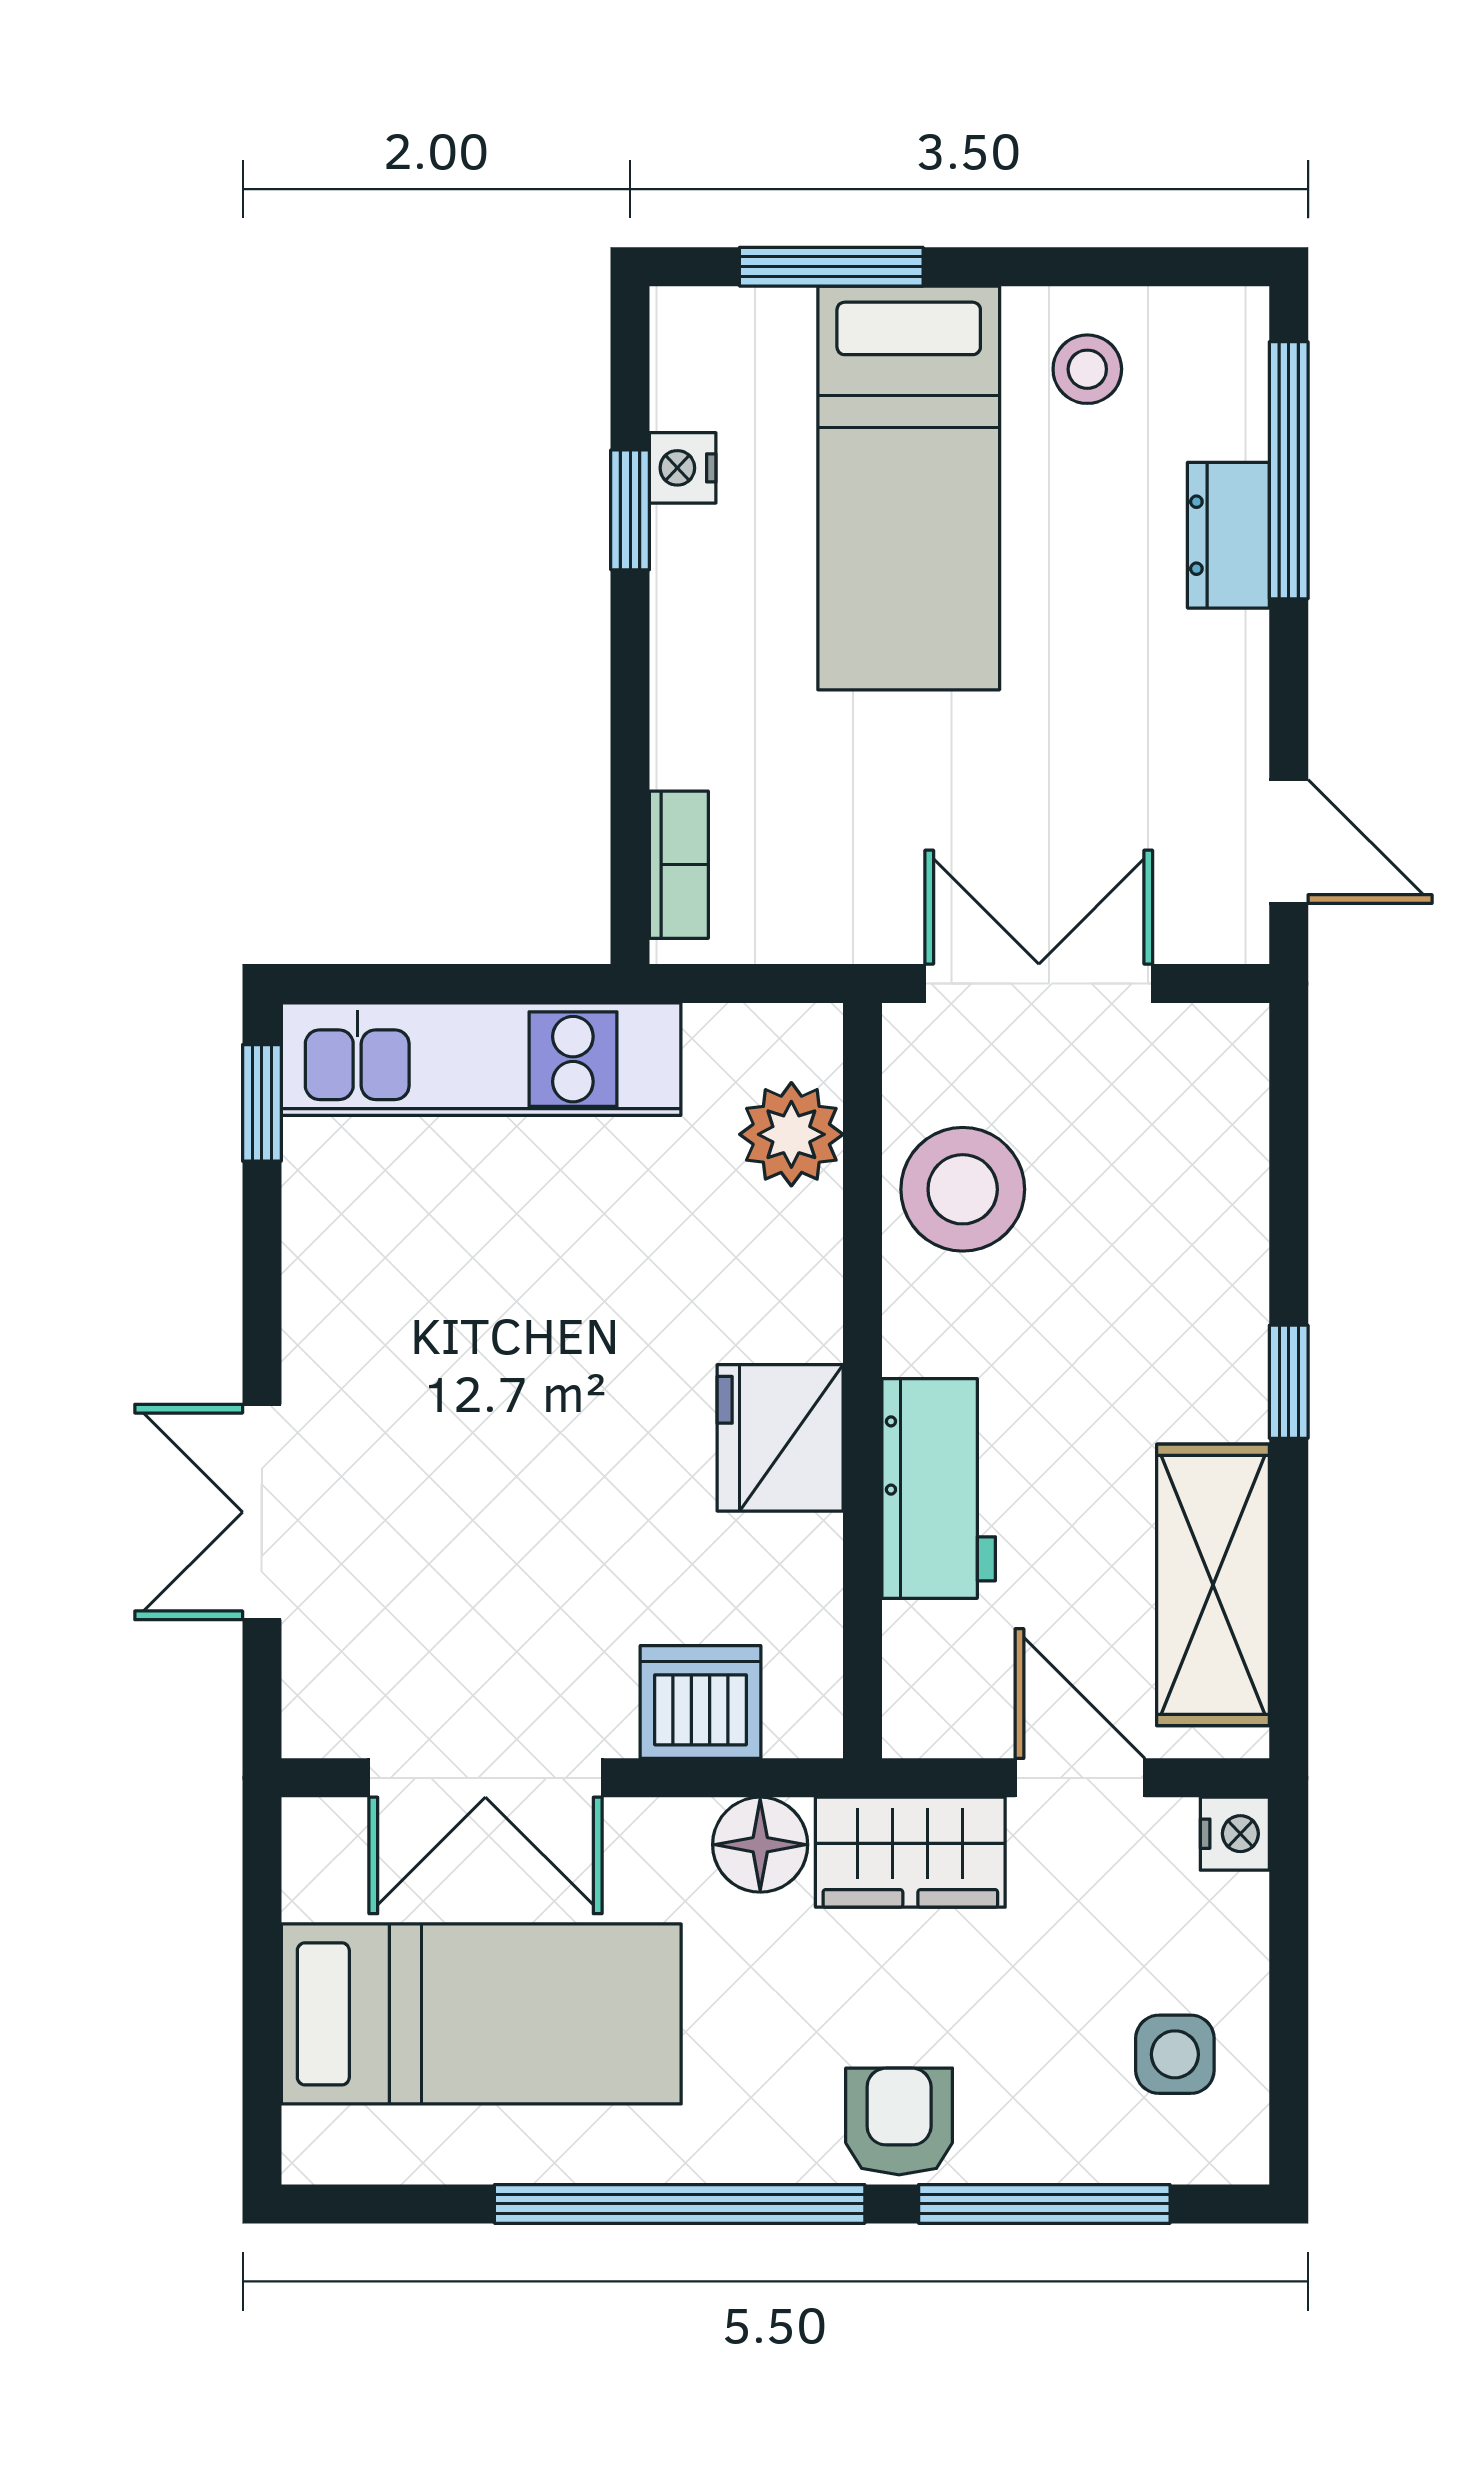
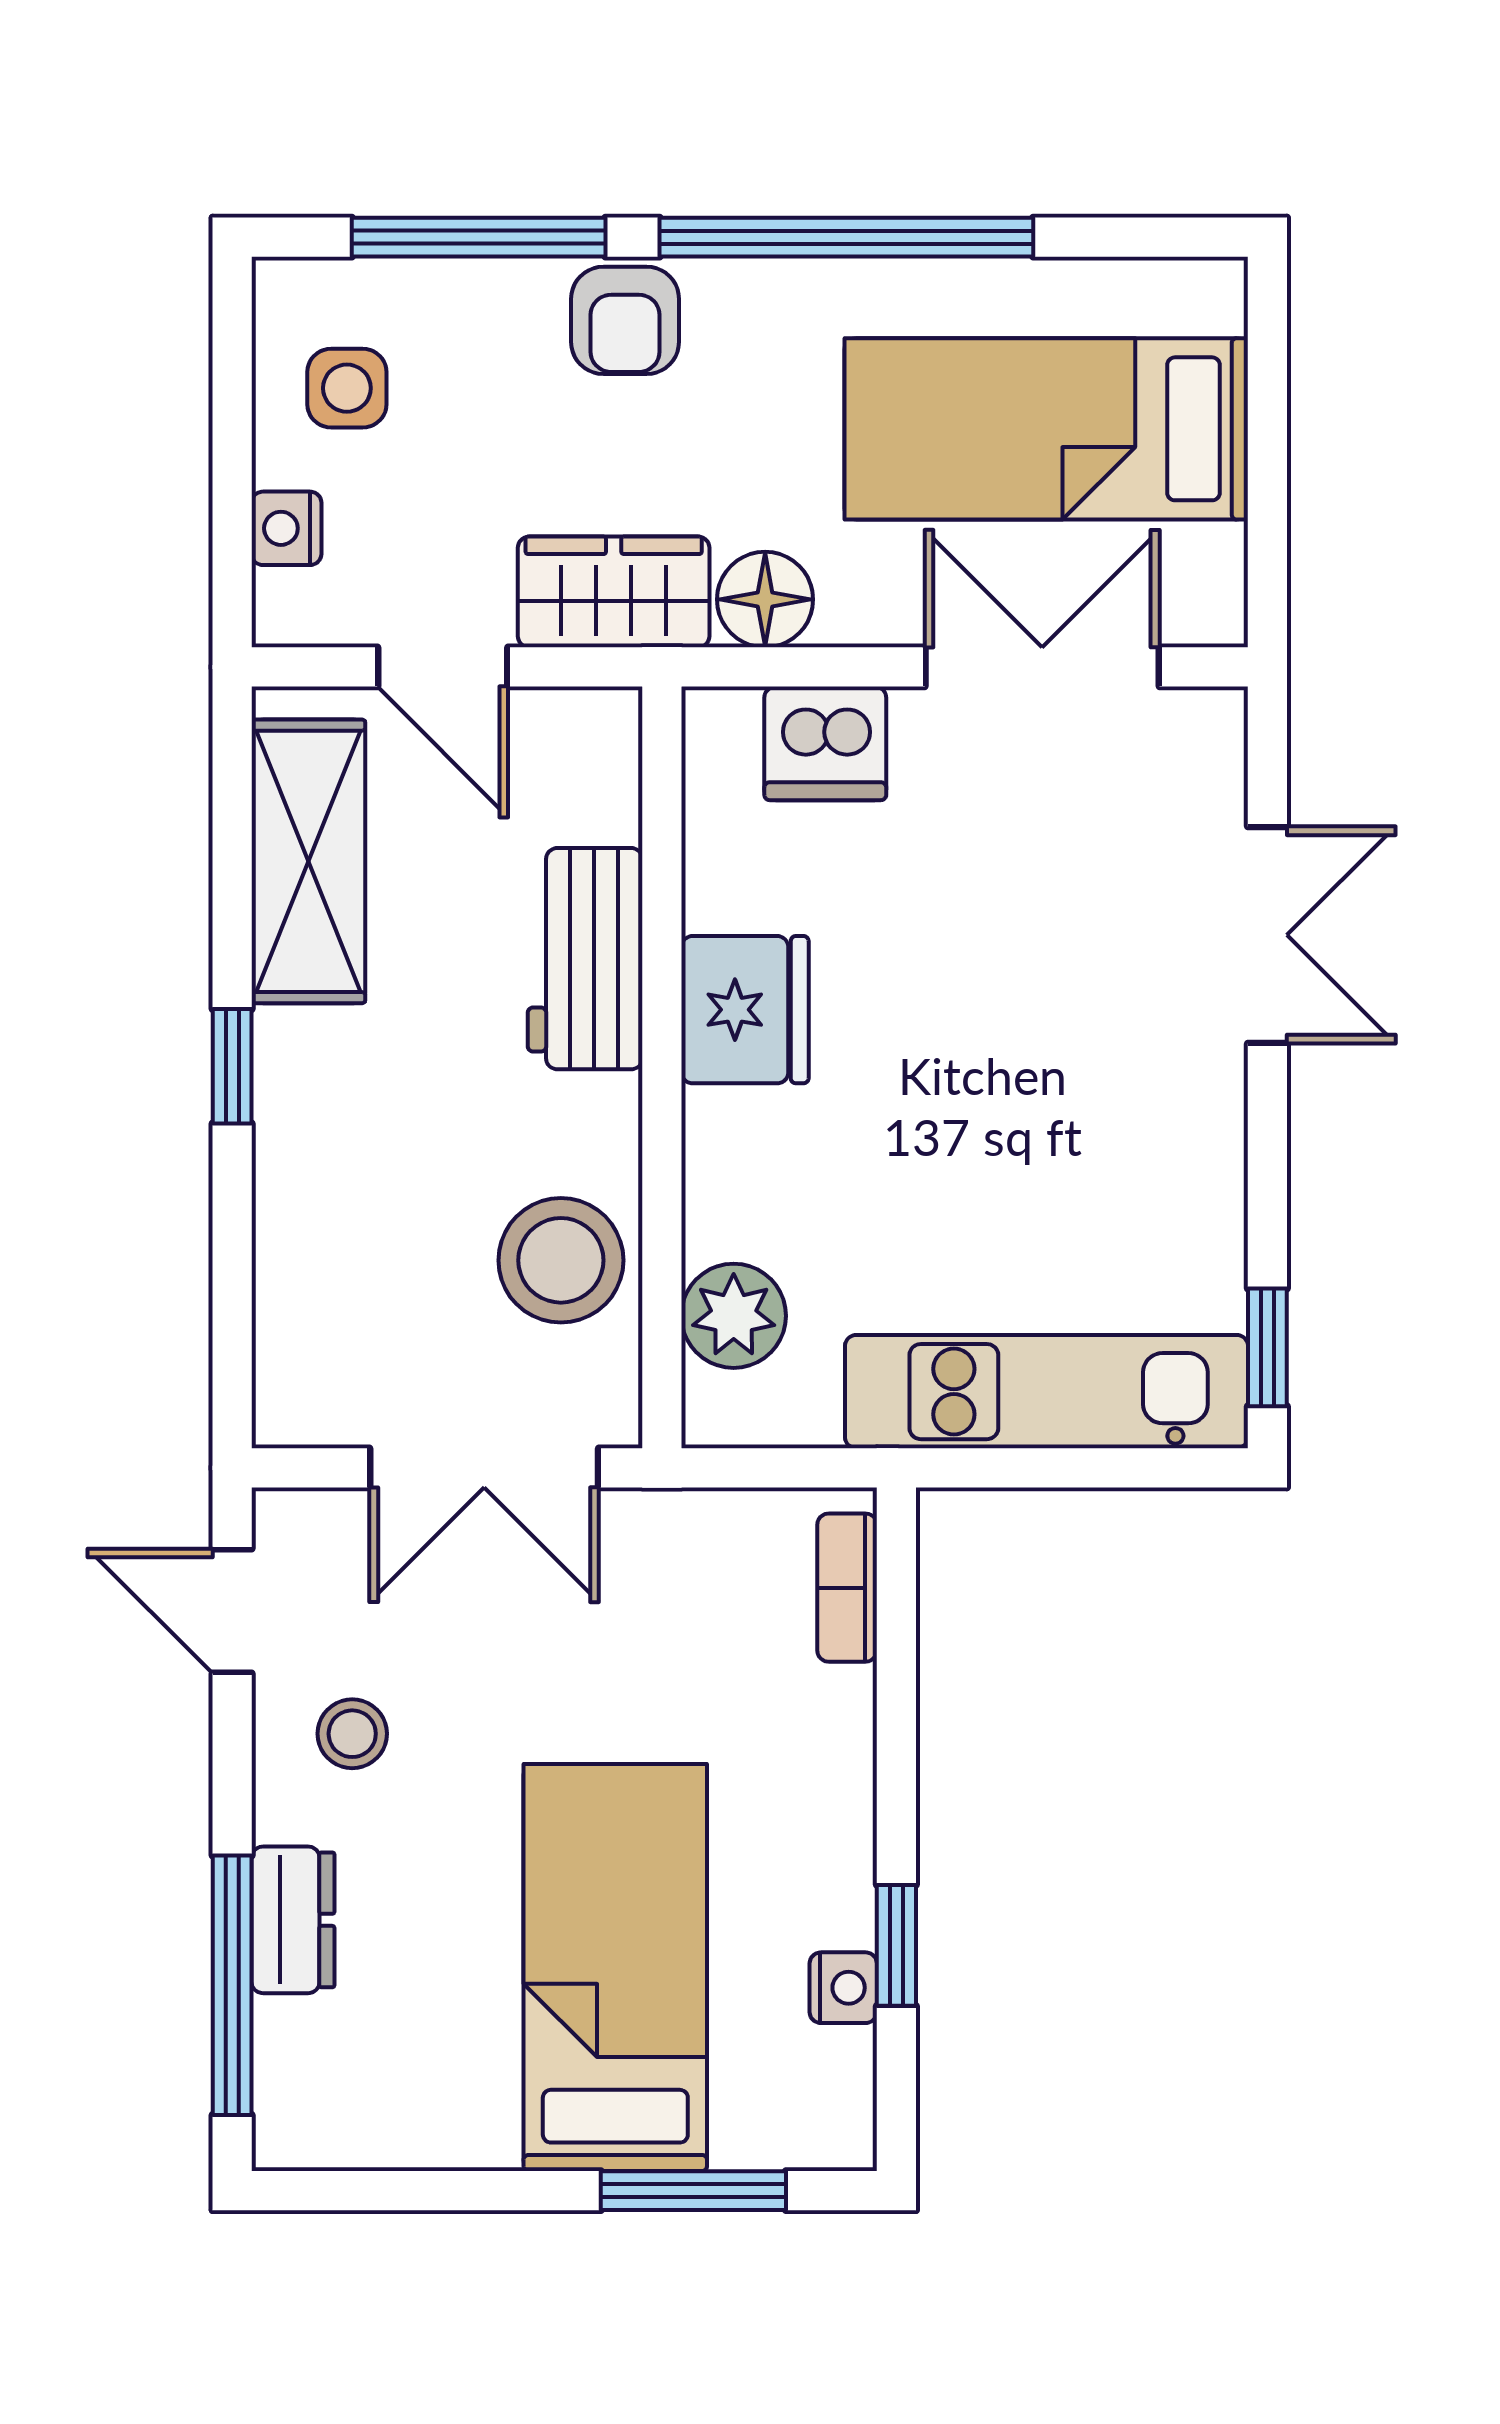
stool: (1087, 369) -> (352, 1734), moved
nightstand: (1235, 1834) -> (286, 528), moved

